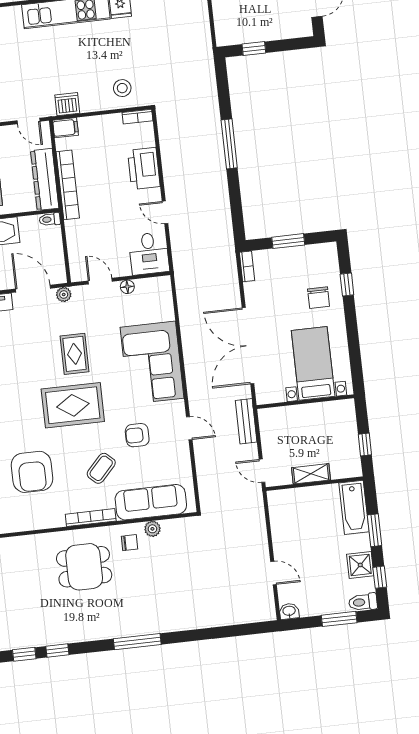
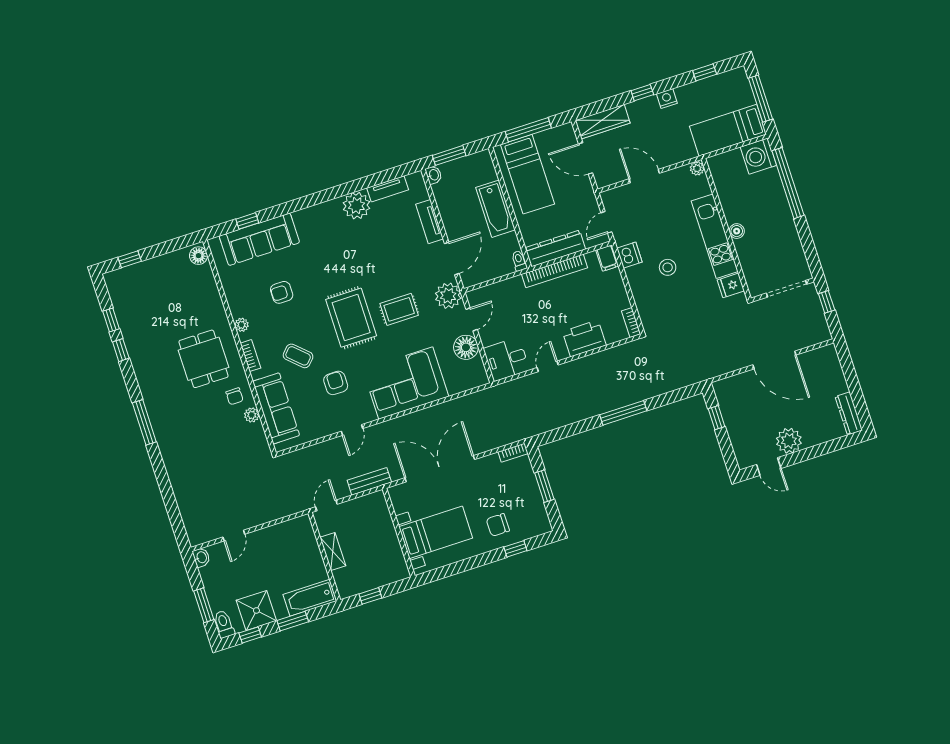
stool: (122, 88) -> (668, 267), moved
floor lamp: (127, 287) -> (466, 347), width x1.89, depth x1.89
plant: (64, 295) -> (448, 296), width x1.88, depth x1.88
armchair: (32, 472) -> (282, 292), width x0.53, depth x0.53
bookcase: (91, 518) -> (250, 356), width x0.64
plant: (57, 520) -> (242, 325), added
shower: (360, 565) -> (256, 610), width x1.36, depth x1.36

